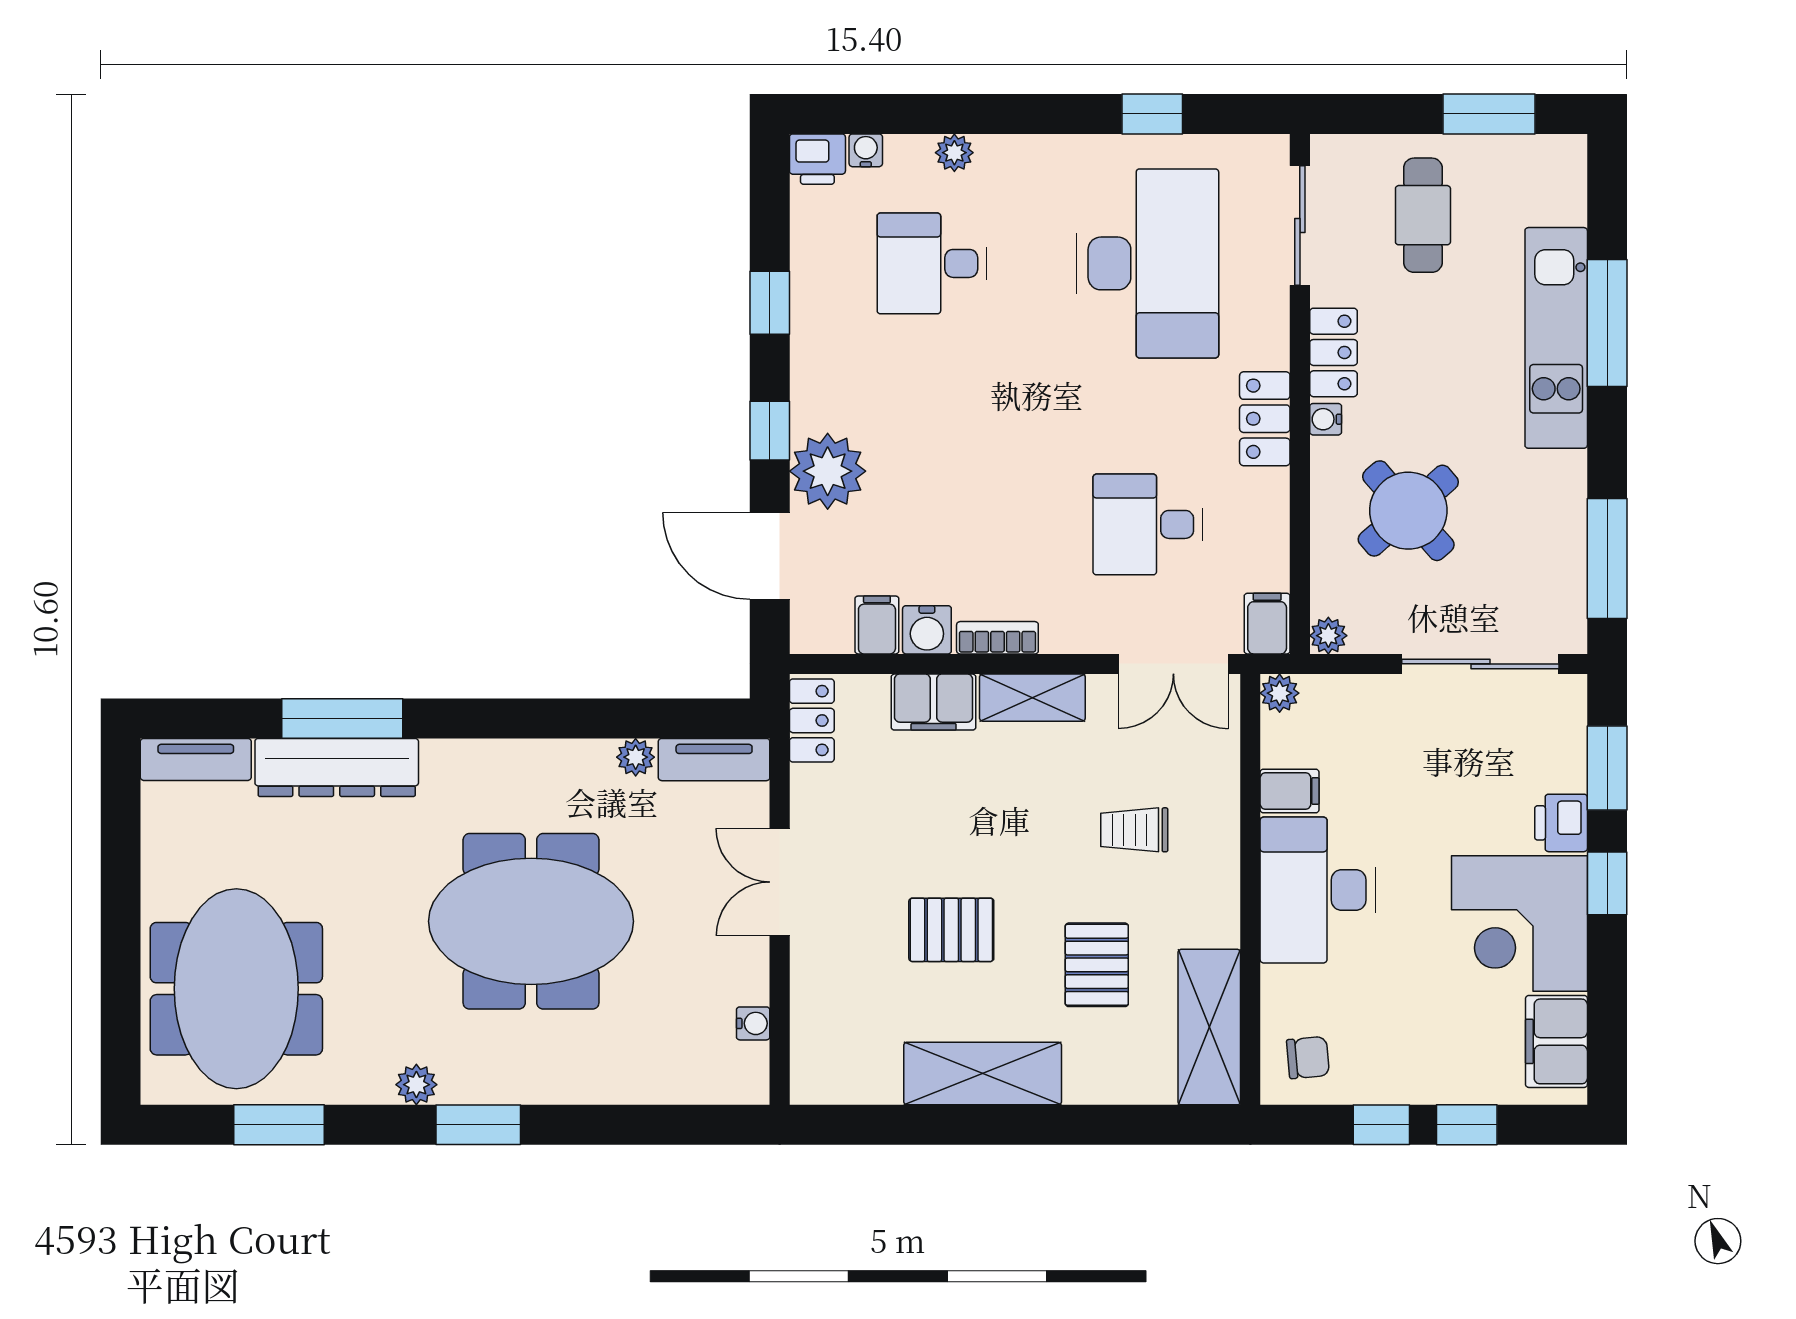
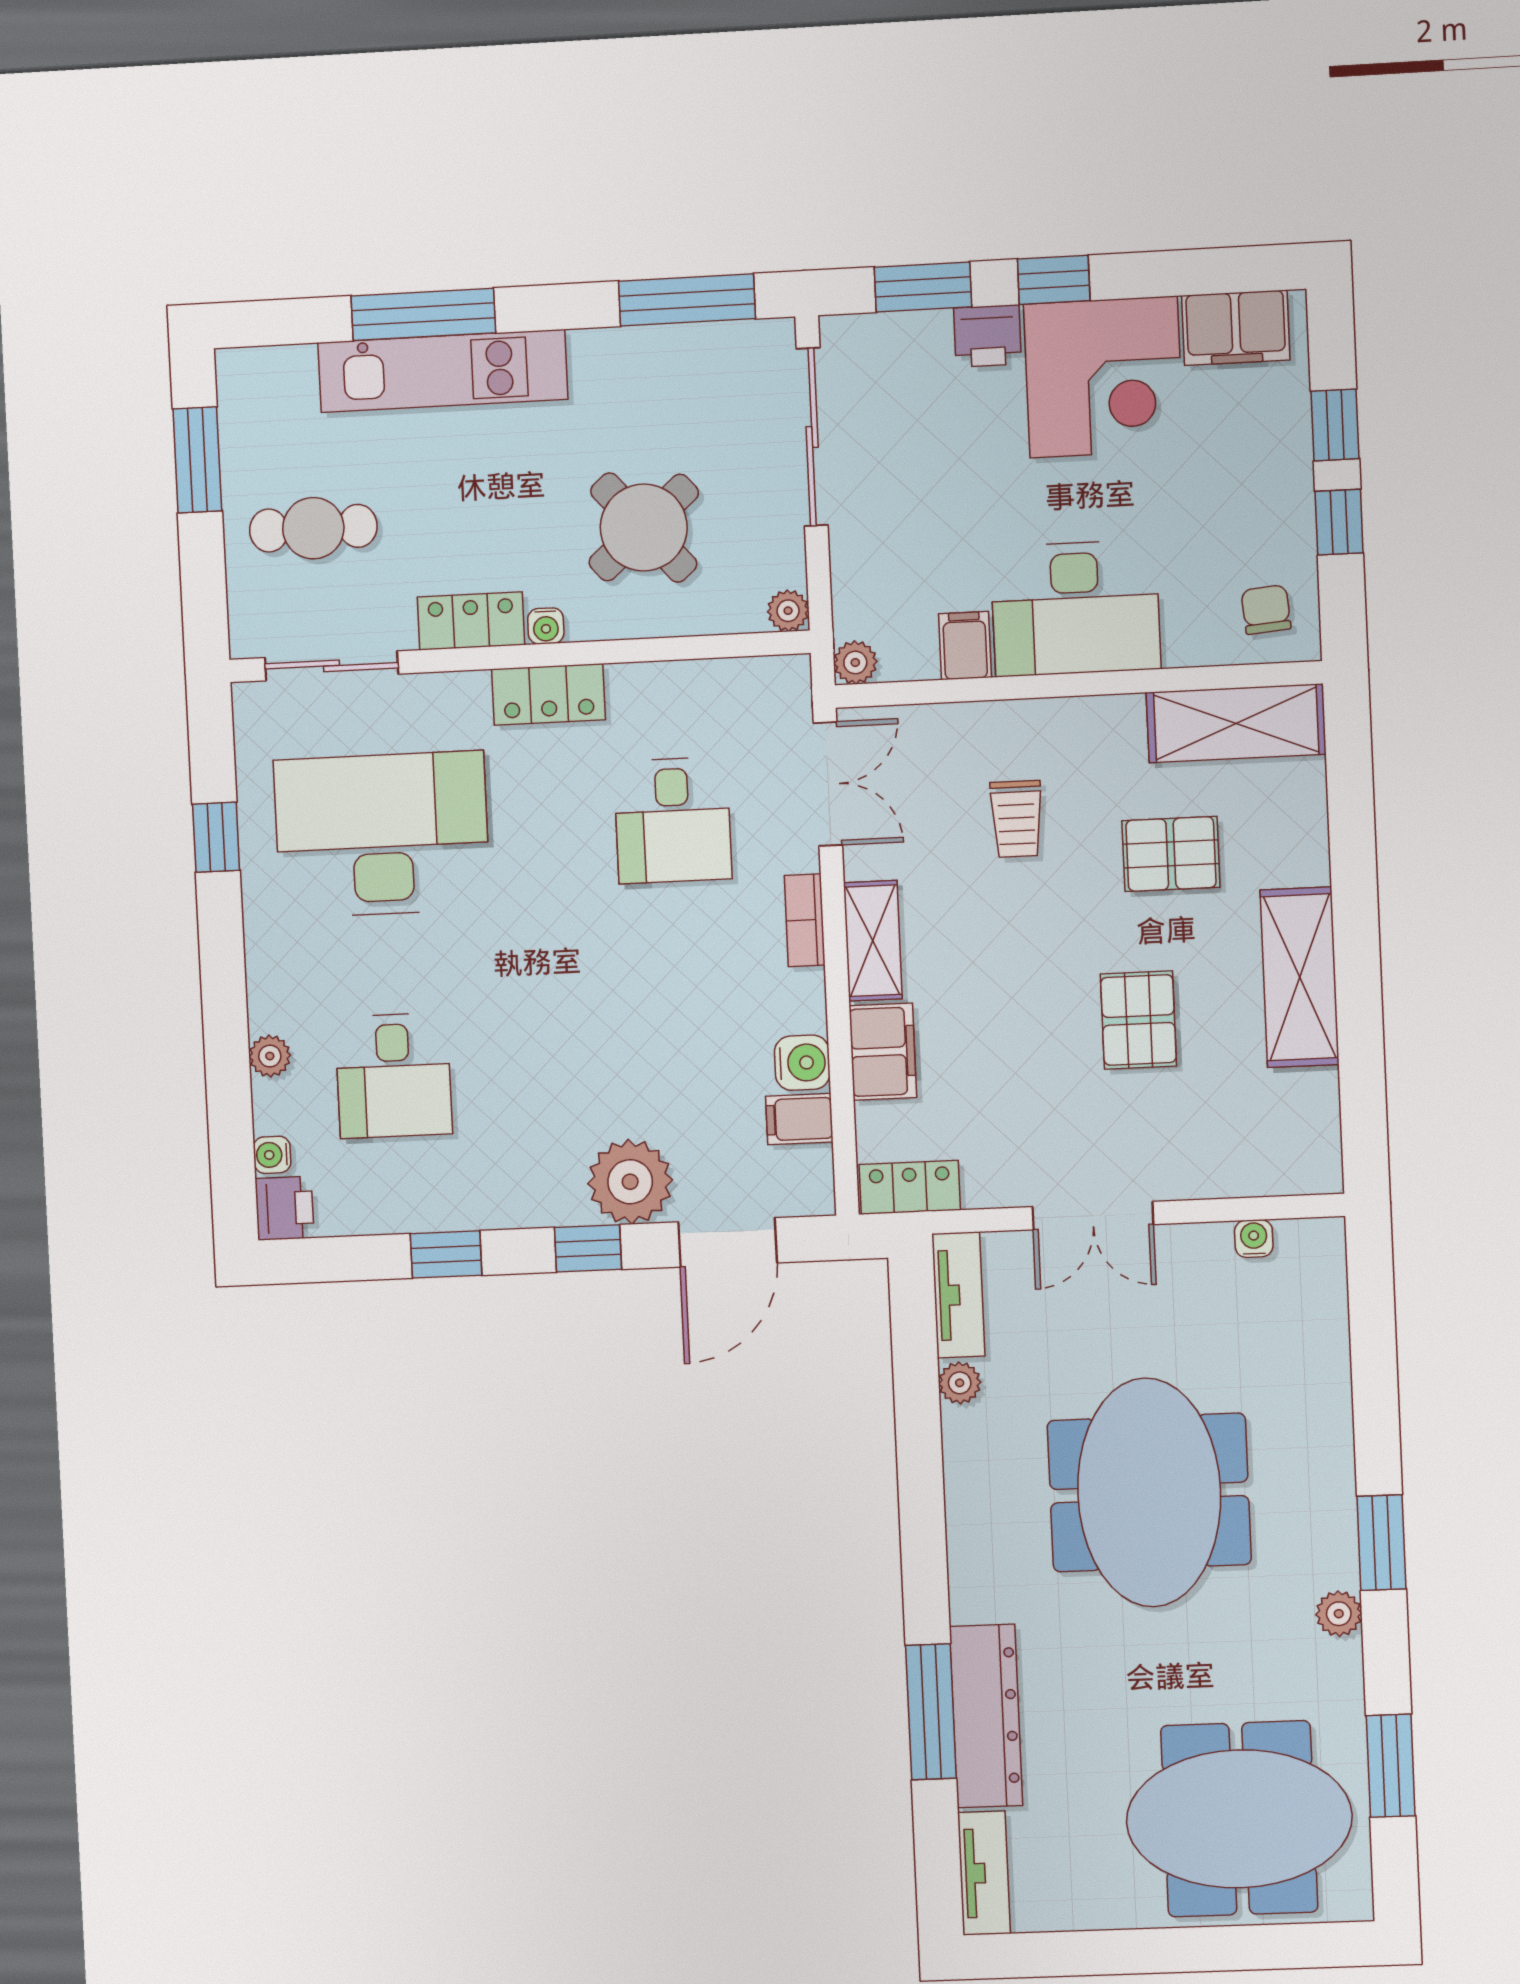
filing cabinet: (1267, 624) -> (778, 680), removed
bookcase: (997, 638) -> (805, 920), moved

